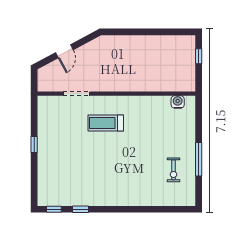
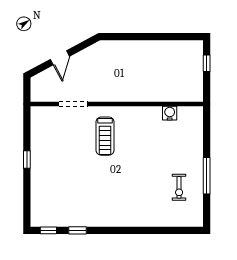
water cooler: (178, 102) -> (170, 113), moved
treadmill: (106, 123) -> (105, 136), turned -90

